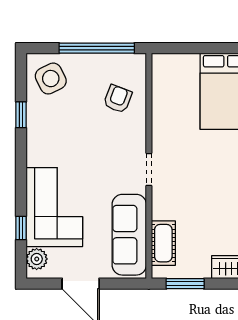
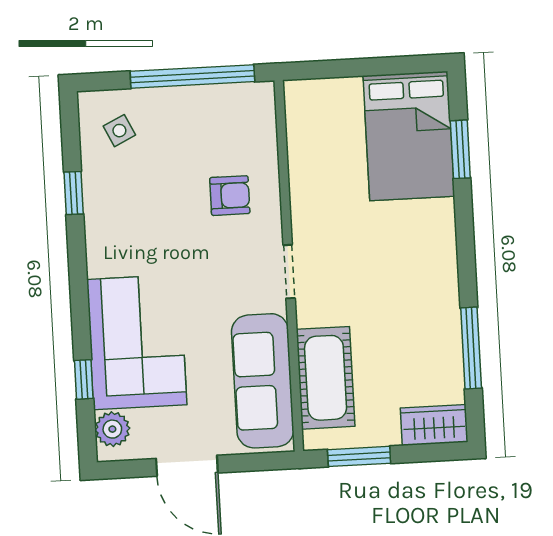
side table: (51, 79) -> (119, 131), width x0.54, depth x0.54
armchair: (118, 99) -> (230, 196), moved, turned 69
cot: (163, 243) -> (326, 378), width x1.37, depth x1.34

